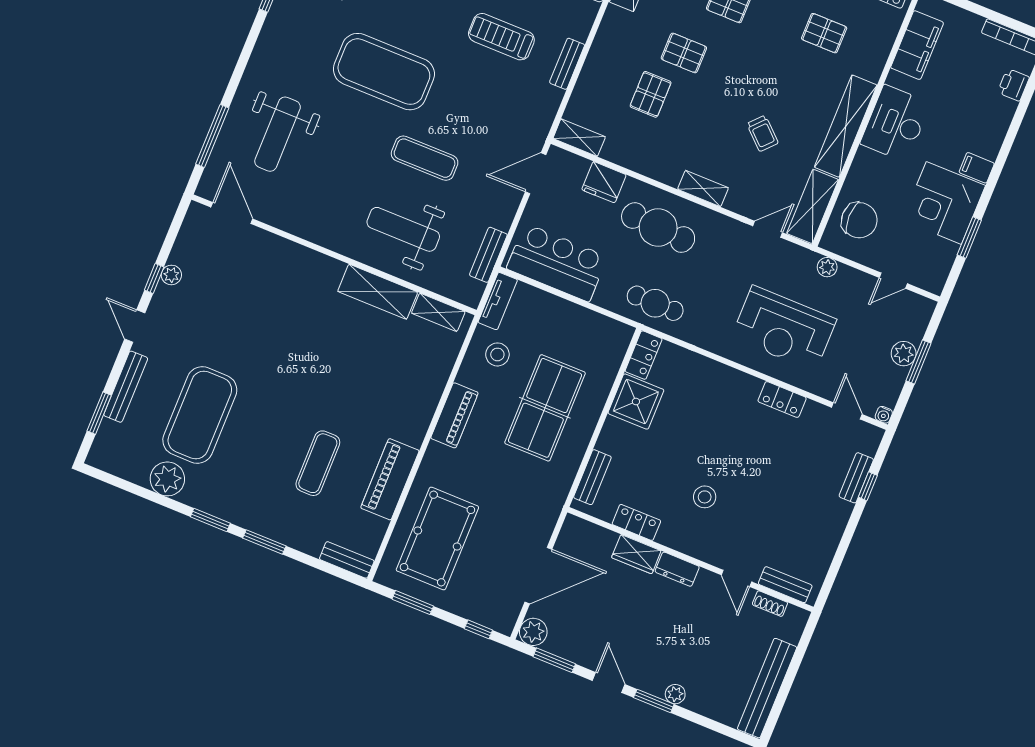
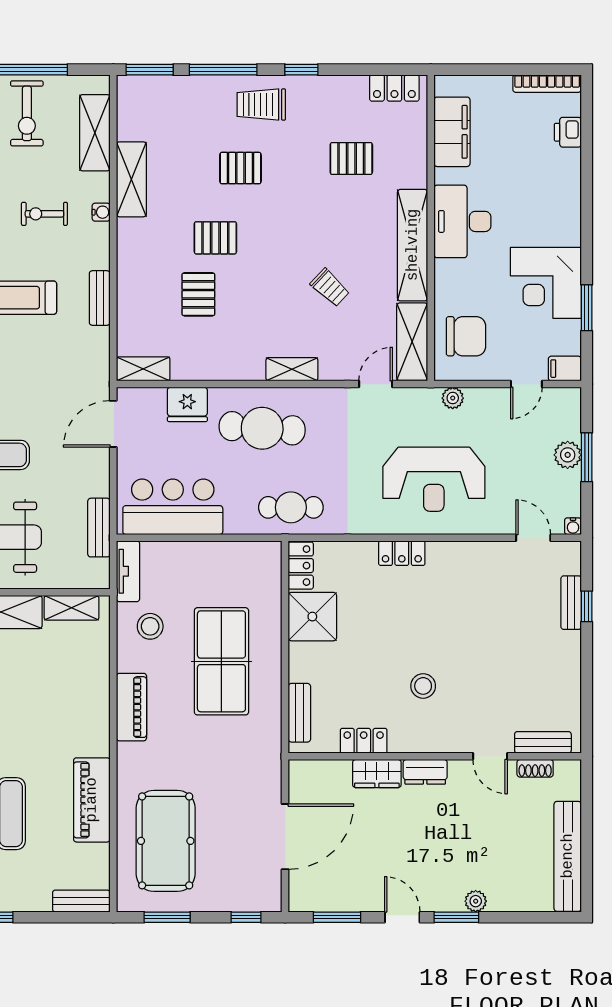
filing cabinet: (977, 168) -> (565, 369), moved
locker: (782, 399) -> (402, 553), moved
plant: (533, 632) -> (303, 897), removed

